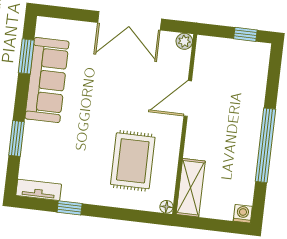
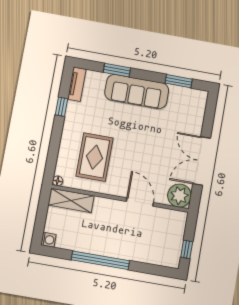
plant: (184, 41) -> (179, 196), width x1.88, depth x1.88
sofa: (47, 80) -> (137, 92), moved
rug: (133, 161) -> (95, 157), turned 90

